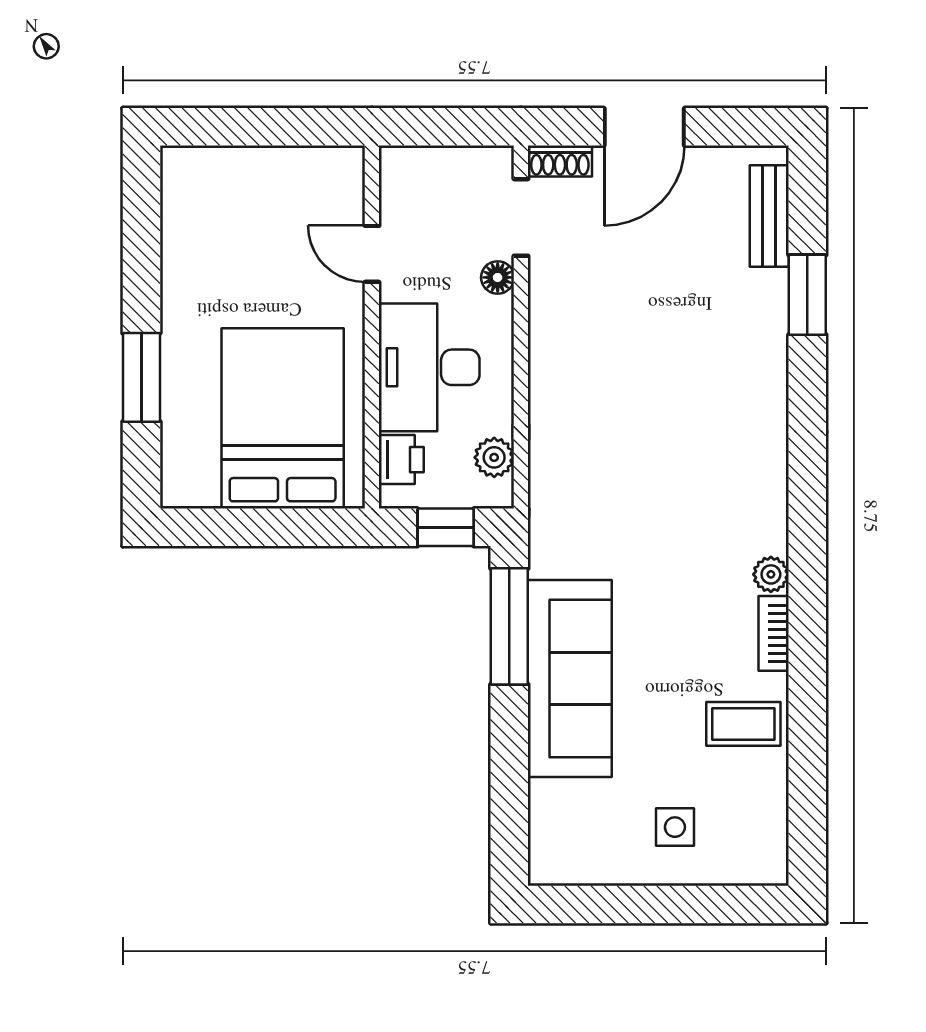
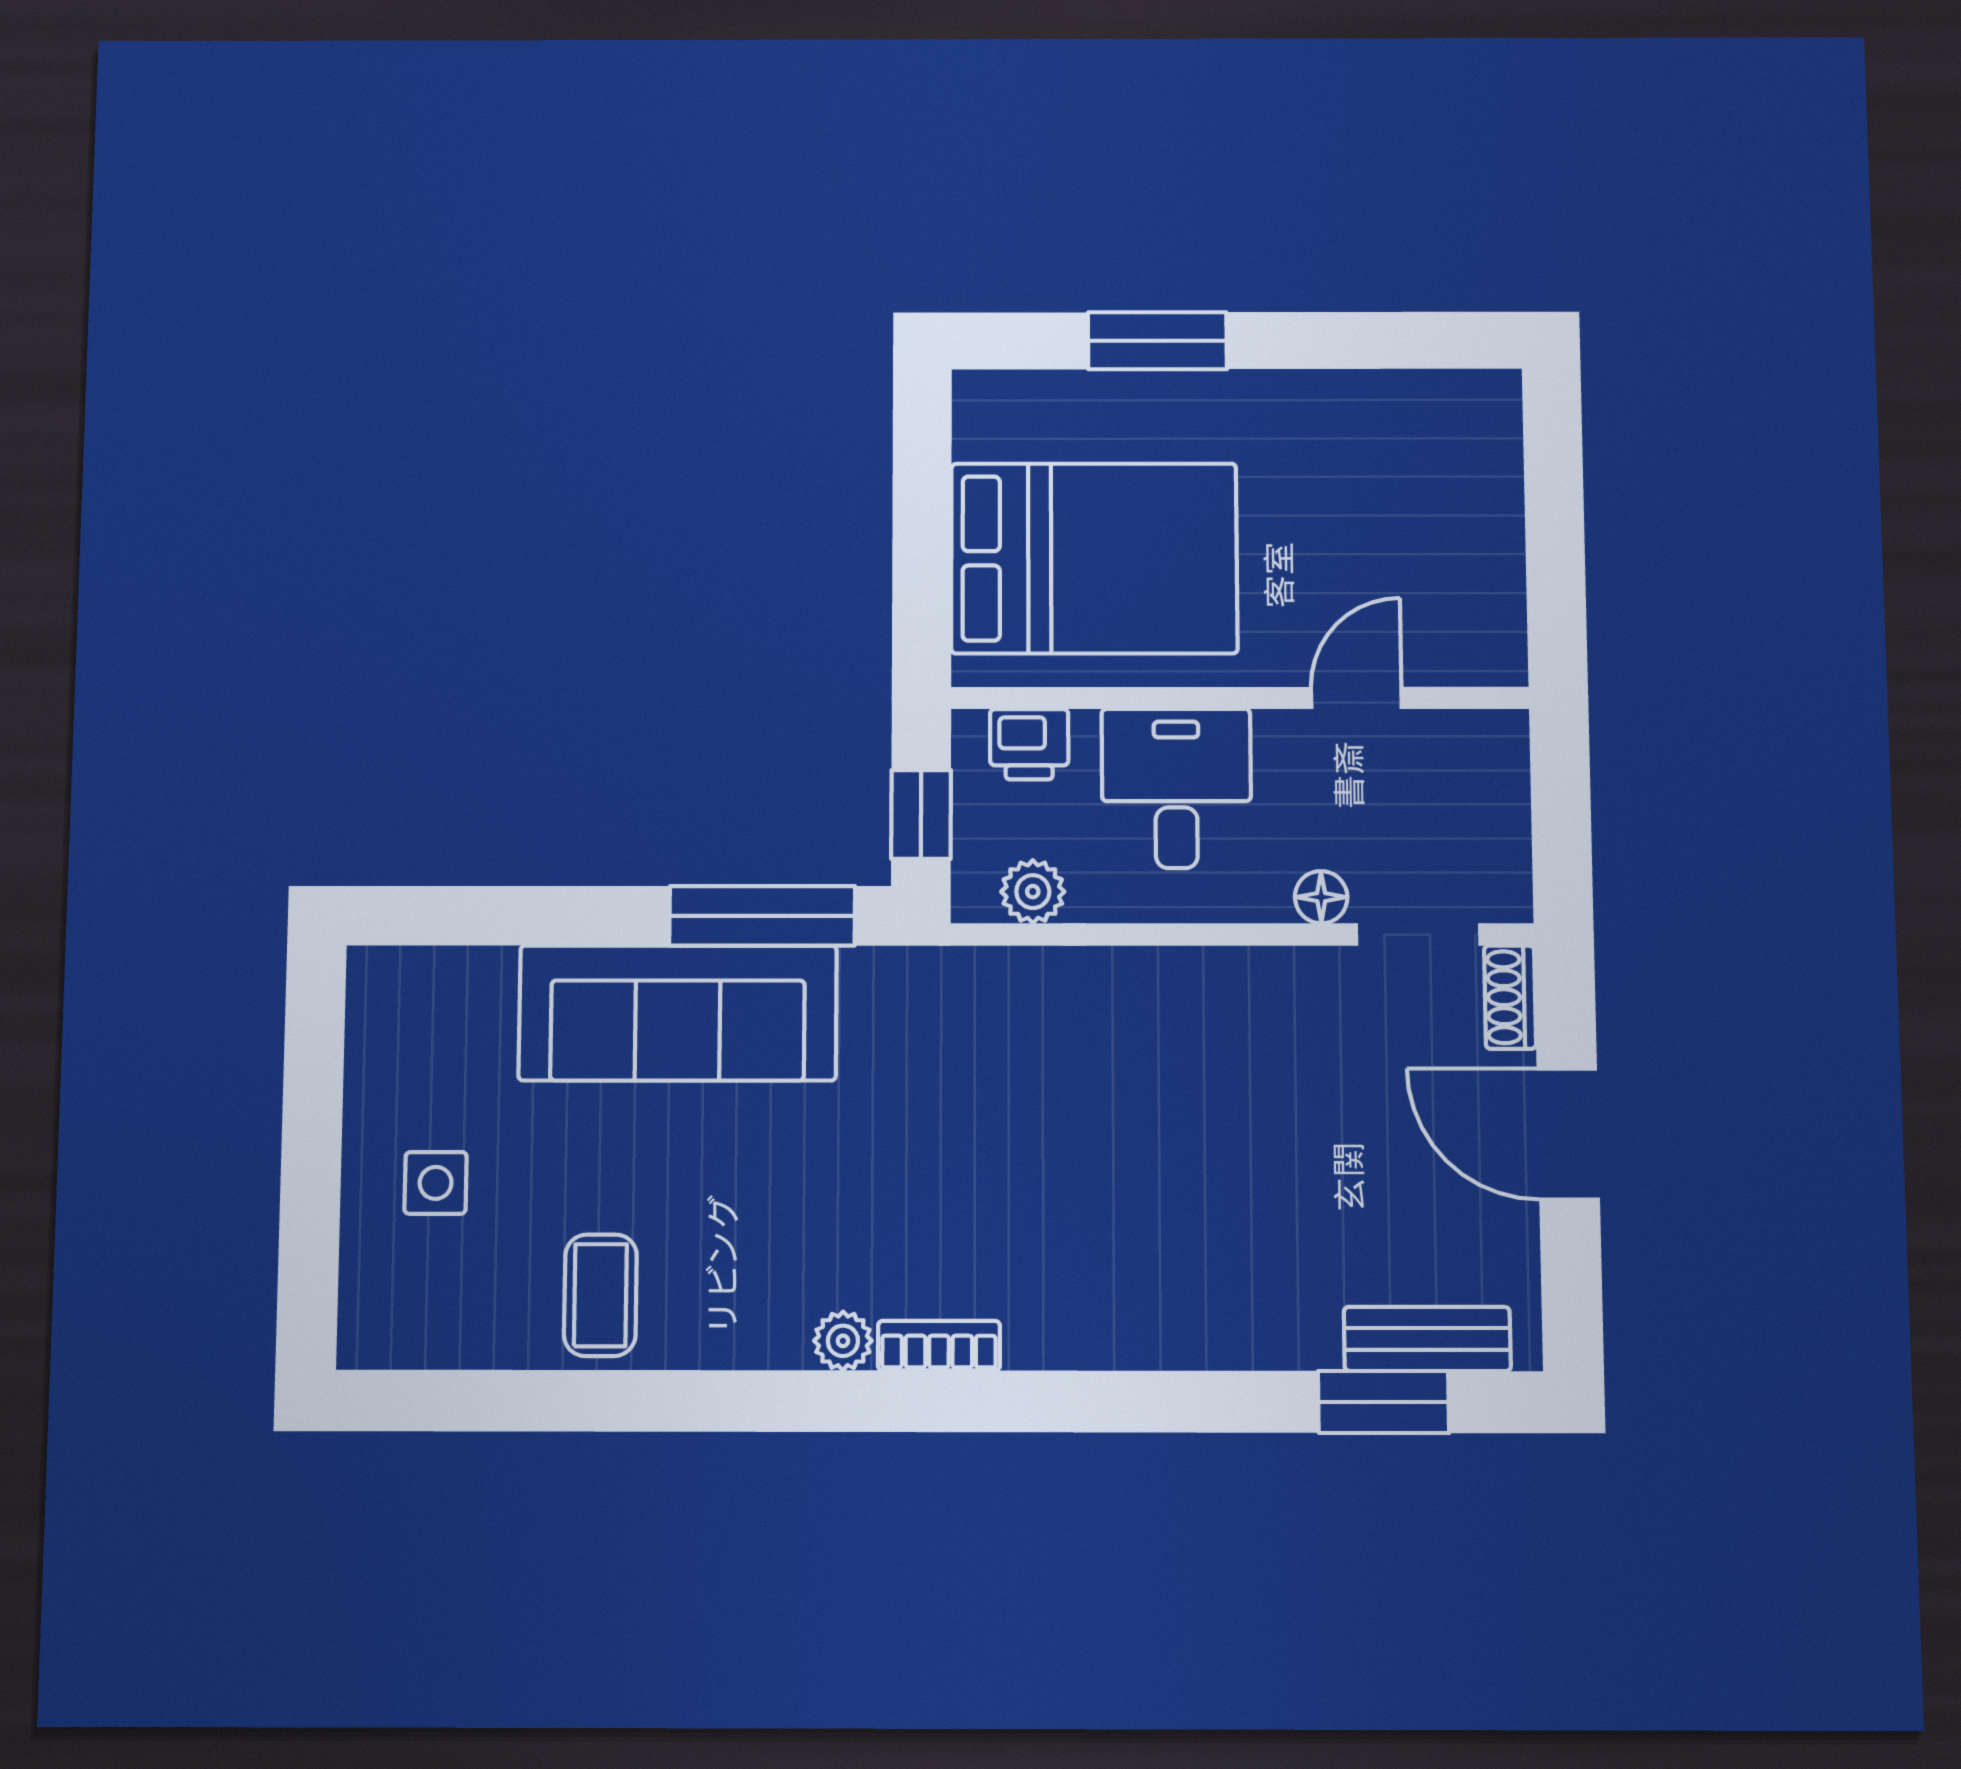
window: (807, 295) -> (1383, 1402), moved
desk: (429, 367) -> (1176, 788), width x0.73
bookcase: (774, 633) -> (939, 1346), moved

